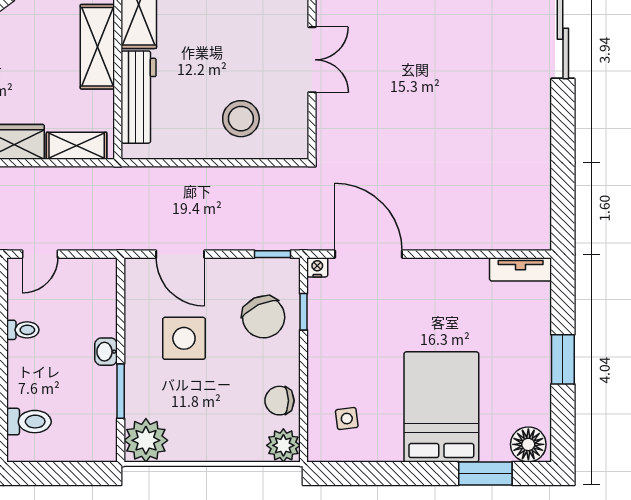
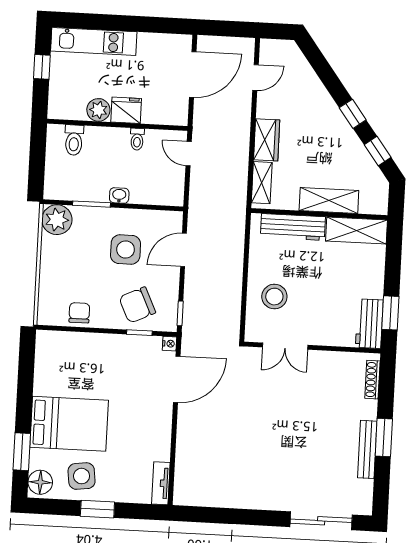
double door: (312, 60) -> (285, 346), moved
side table: (347, 419) -> (82, 476), moved, width x1.87, depth x1.87
plant: (283, 445) -> (48, 314), removed

